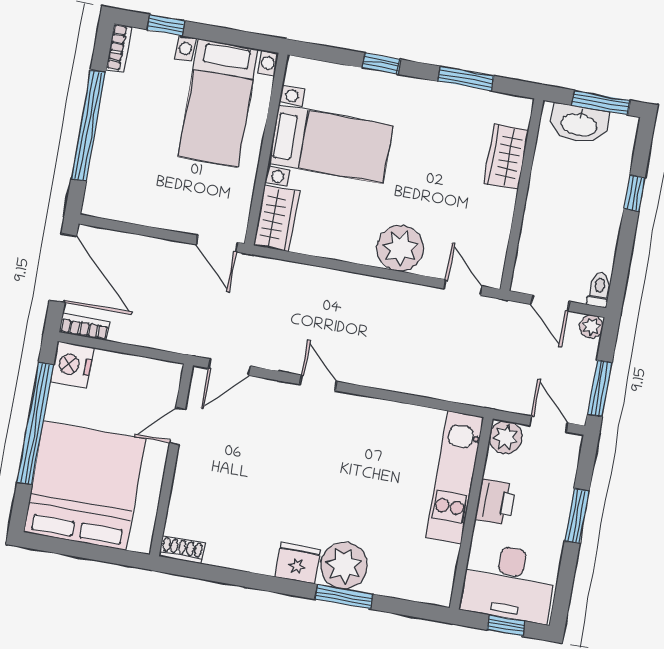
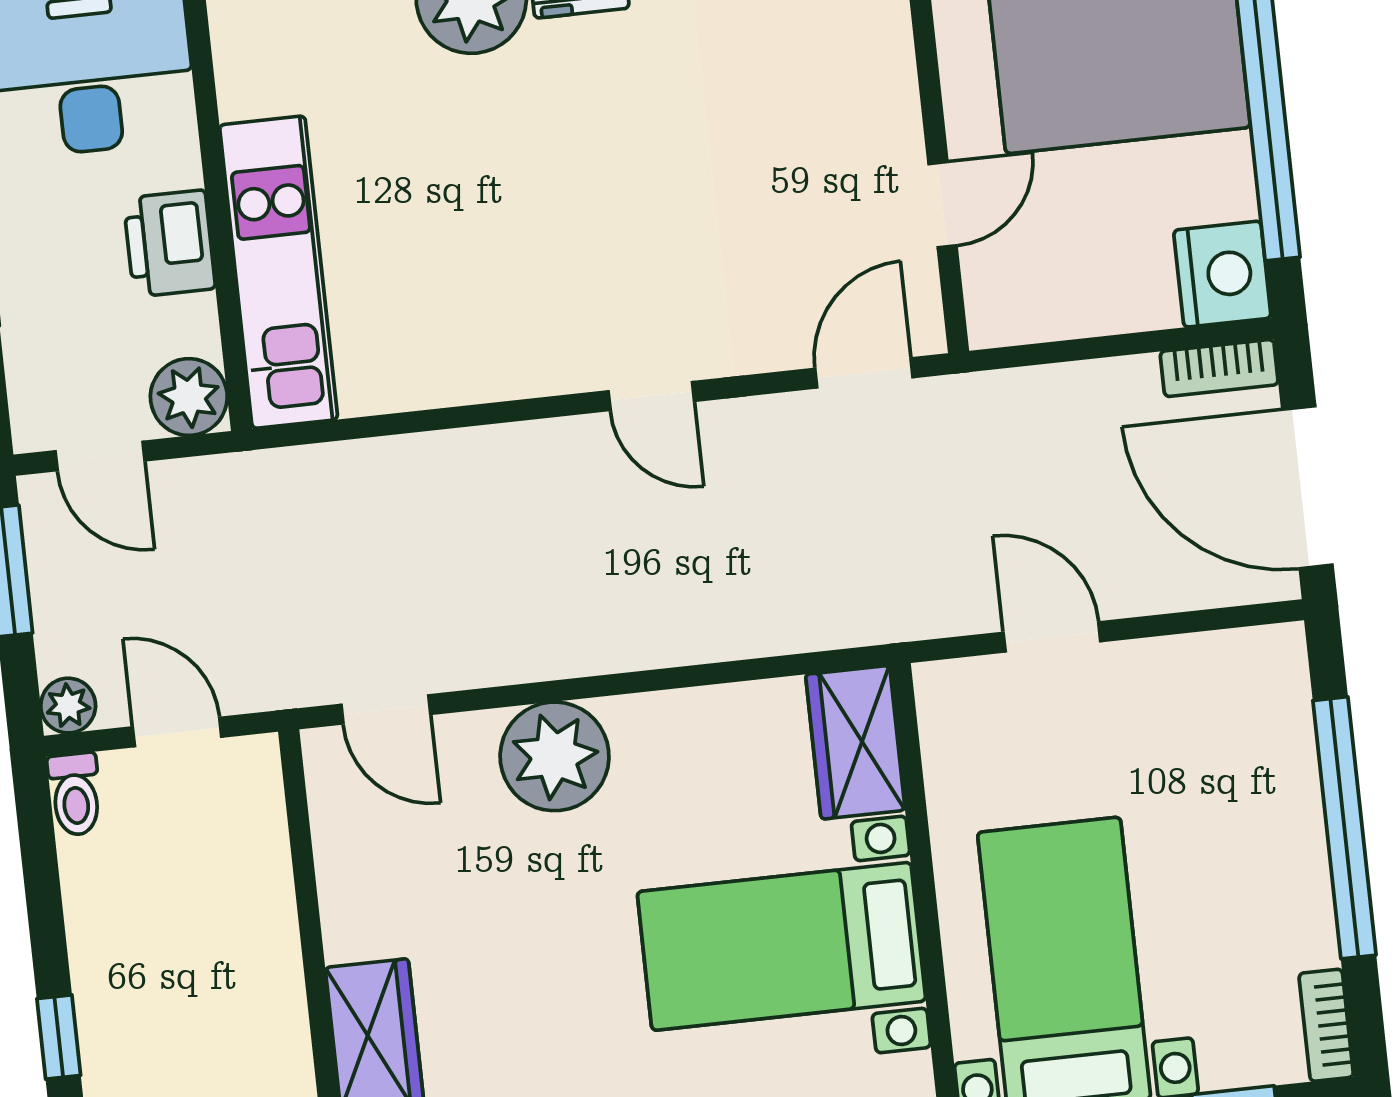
door: (217, 244) -> (1052, 637), moved

